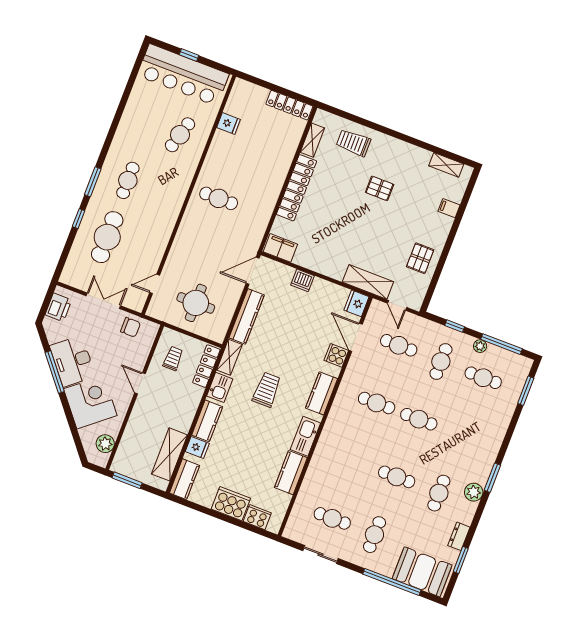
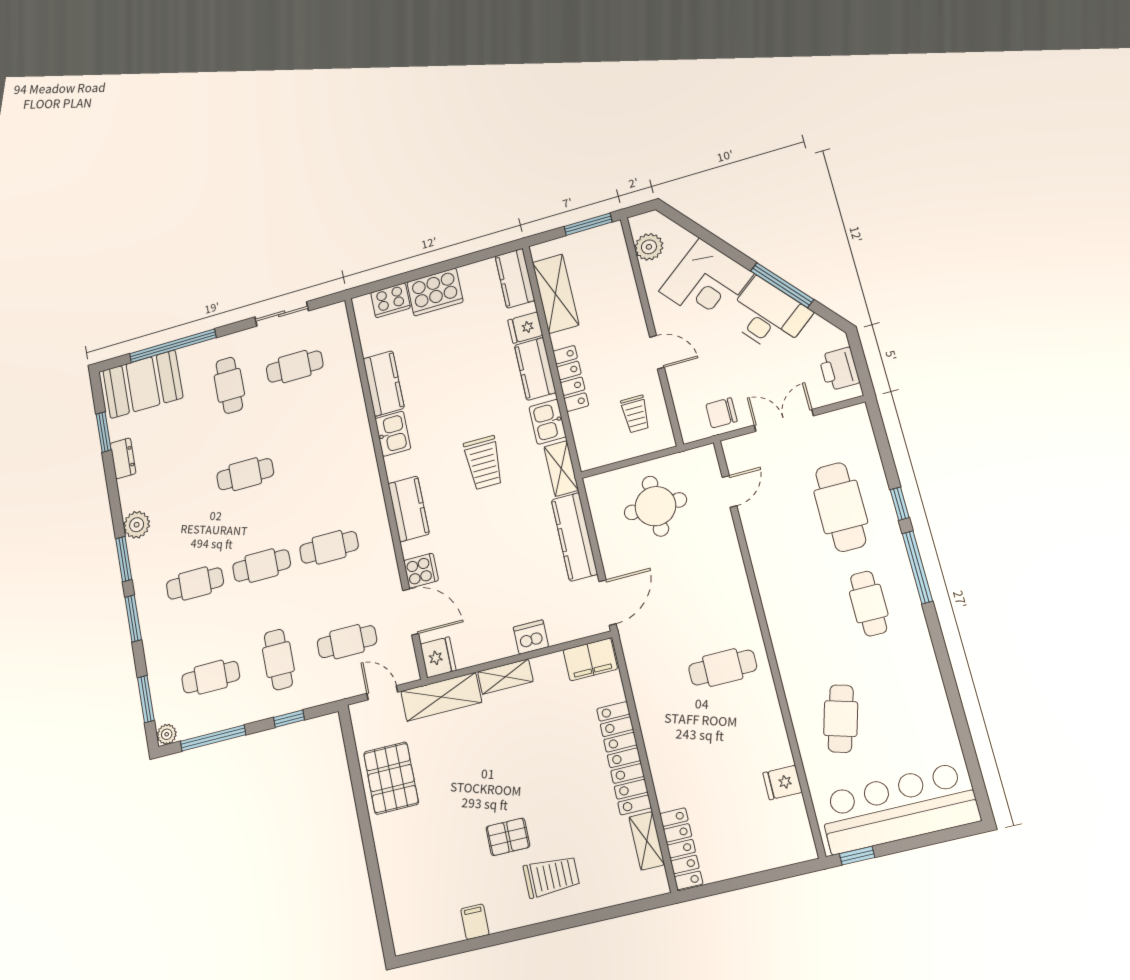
window: (189, 55) -> (857, 856), moved
locker: (289, 105) -> (681, 849), moved, turned 90
trolley: (353, 143) -> (551, 876), moved
shelving: (446, 165) -> (505, 677), moved
window: (93, 182) -> (917, 567), width x1.44
filing cabinet: (449, 208) -> (475, 922), moved, turned -90
pallet: (420, 258) -> (391, 778), width x1.50, depth x1.42
double door: (103, 301) -> (784, 421), swing flipped
plant: (480, 346) -> (167, 734), moved
locker: (206, 366) -> (571, 378), moved
kitchen sink: (305, 436) -> (393, 434), width x0.73
window: (507, 440) -> (133, 618), added
cafe table: (439, 493) -> (195, 584), moved, turned 90

